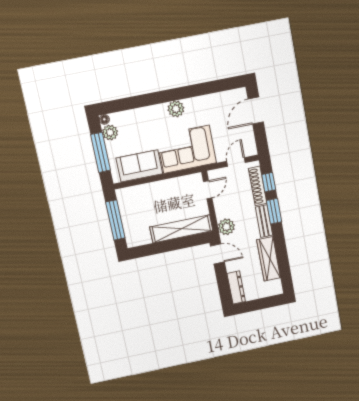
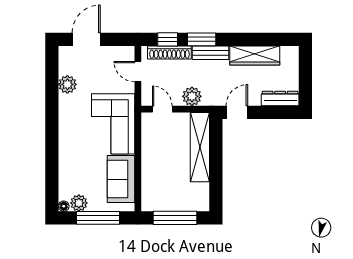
plant: (176, 109) -> (67, 84), moved
door: (256, 111) -> (86, 39), swing flipped
plant: (226, 227) -> (192, 96), moved

